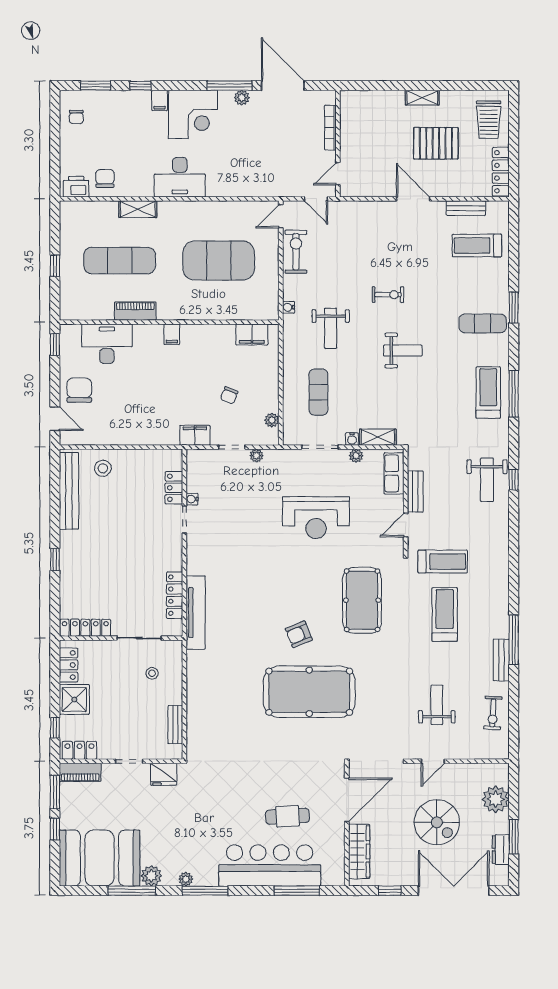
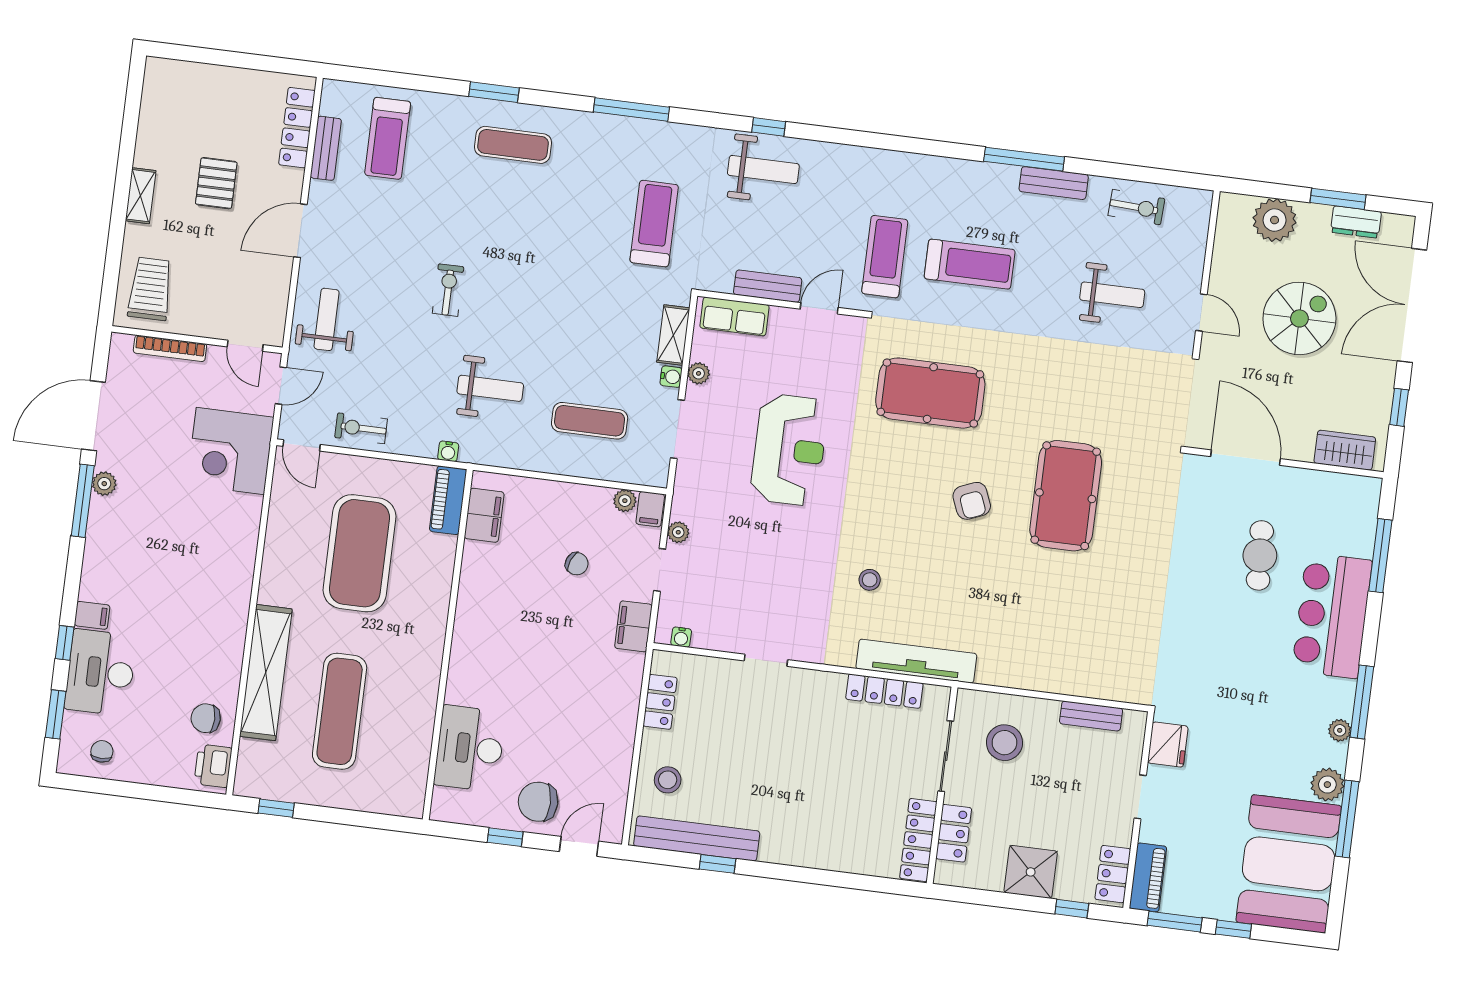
corner desk: (193, 114) -> (230, 451), moved, turned 180
chair: (76, 117) -> (102, 751), turned -90
trolley: (489, 120) -> (150, 289), moved, turned -90
pallet: (436, 143) -> (216, 183), width x0.67, depth x0.71
locker: (501, 172) -> (297, 128), moved, turned 90
desk: (180, 177) -> (100, 672), moved, turned 180
shelving: (138, 209) -> (266, 673), width x2.20, depth x1.33
exercise bike: (296, 252) -> (361, 428), width x0.73, depth x0.72
window: (55, 266) -> (276, 808), moved
piano: (135, 311) -> (448, 500), moved
exercise mat: (483, 323) -> (513, 145), turned 90
filing cabinet: (172, 334) -> (650, 509), moved, turned 90
window: (55, 345) -> (505, 837), moved
weight bench: (403, 351) -> (327, 319), moved
treadmill: (488, 392) -> (654, 224), moved, turned 90
locker: (174, 488) -> (660, 702), moved, turned -90
water cooler: (192, 499) -> (681, 637), moved
door: (406, 525) -> (819, 308), swing flipped
window: (55, 559) -> (717, 864), moved
stool: (242, 577) -> (870, 580), added
treadmill: (445, 614) -> (970, 264), turned 180
locker: (69, 665) -> (954, 833), moved, turned 90
stool: (152, 673) -> (1004, 743), width x1.89, depth x1.89
pool table: (309, 692) -> (1066, 496), width x0.73, depth x0.76
weight bench: (437, 705) -> (1112, 295), turned 180
wardrobe: (359, 851) -> (1345, 450), width x0.67
bar counter: (270, 865) -> (1332, 616), width x0.73

